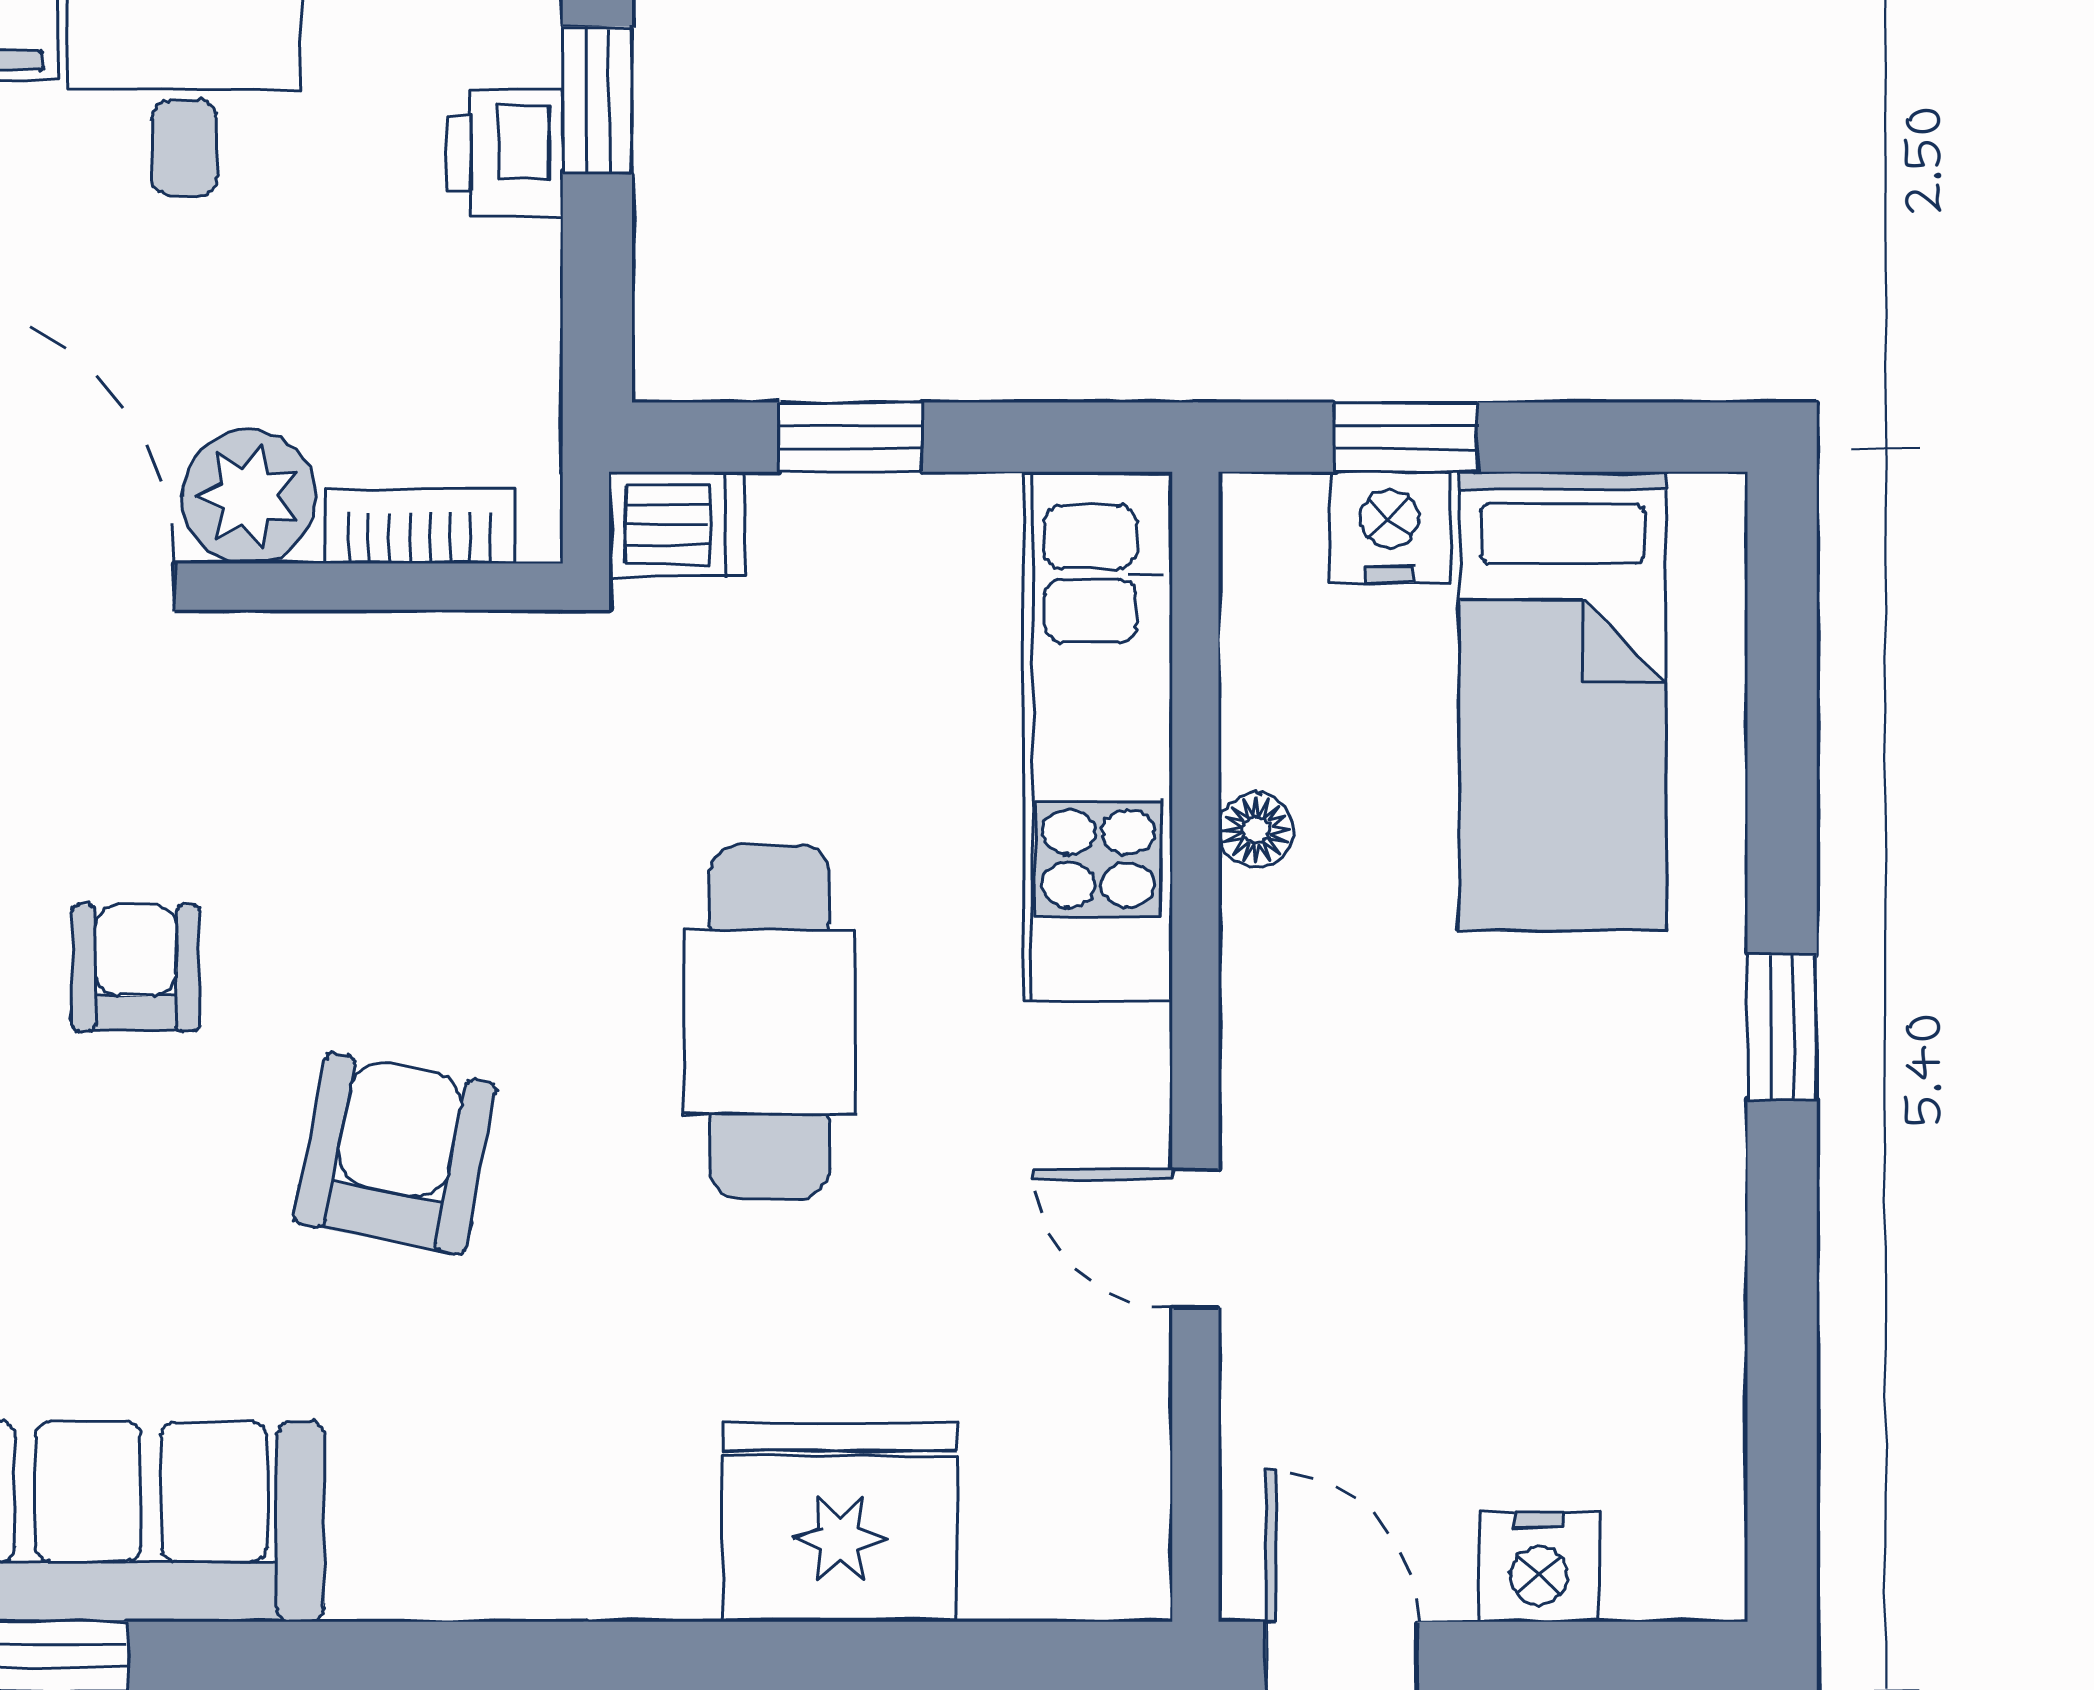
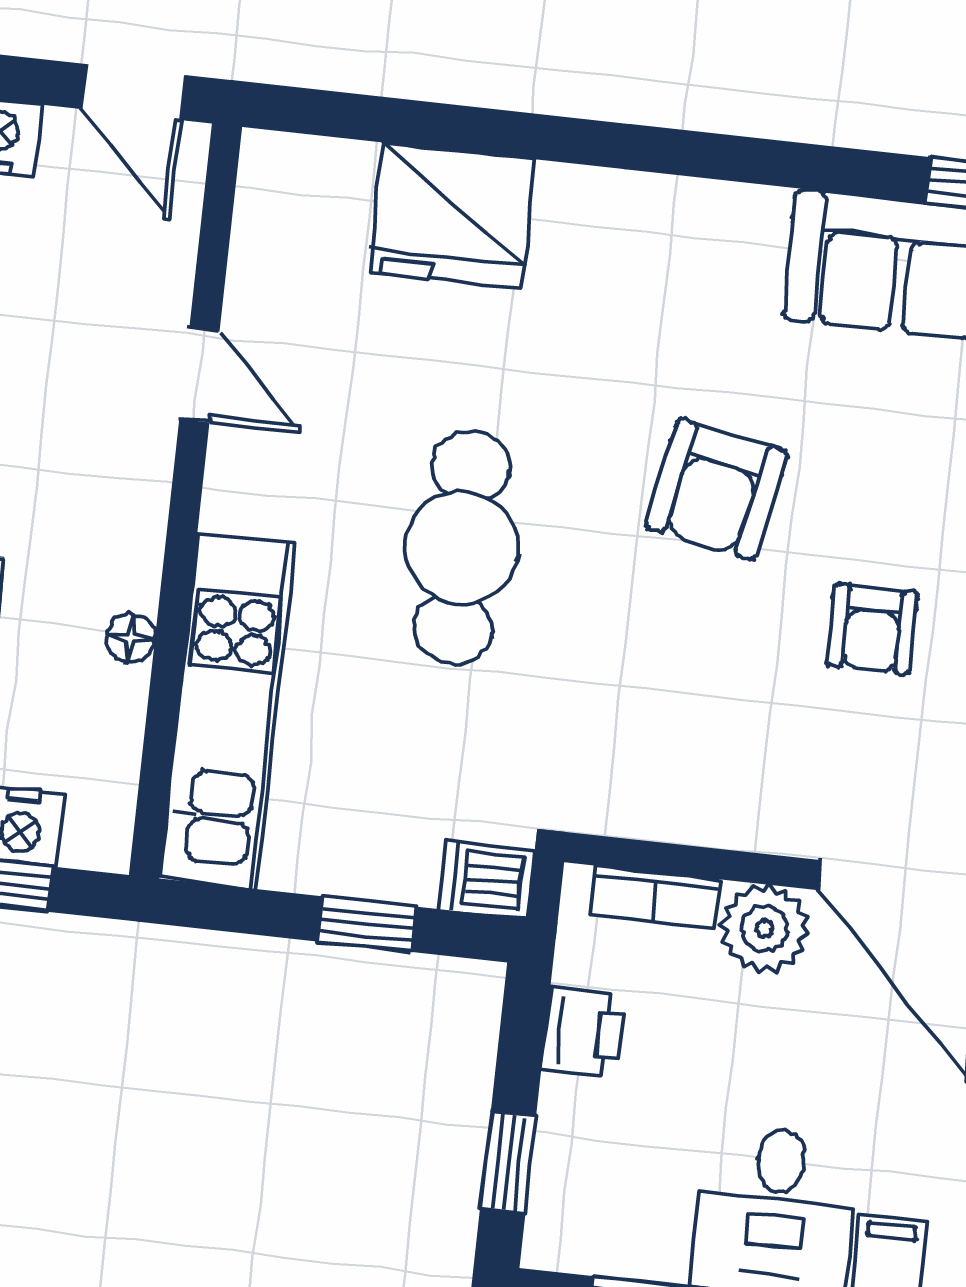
printer: (505, 153) -> (583, 1032), moved

